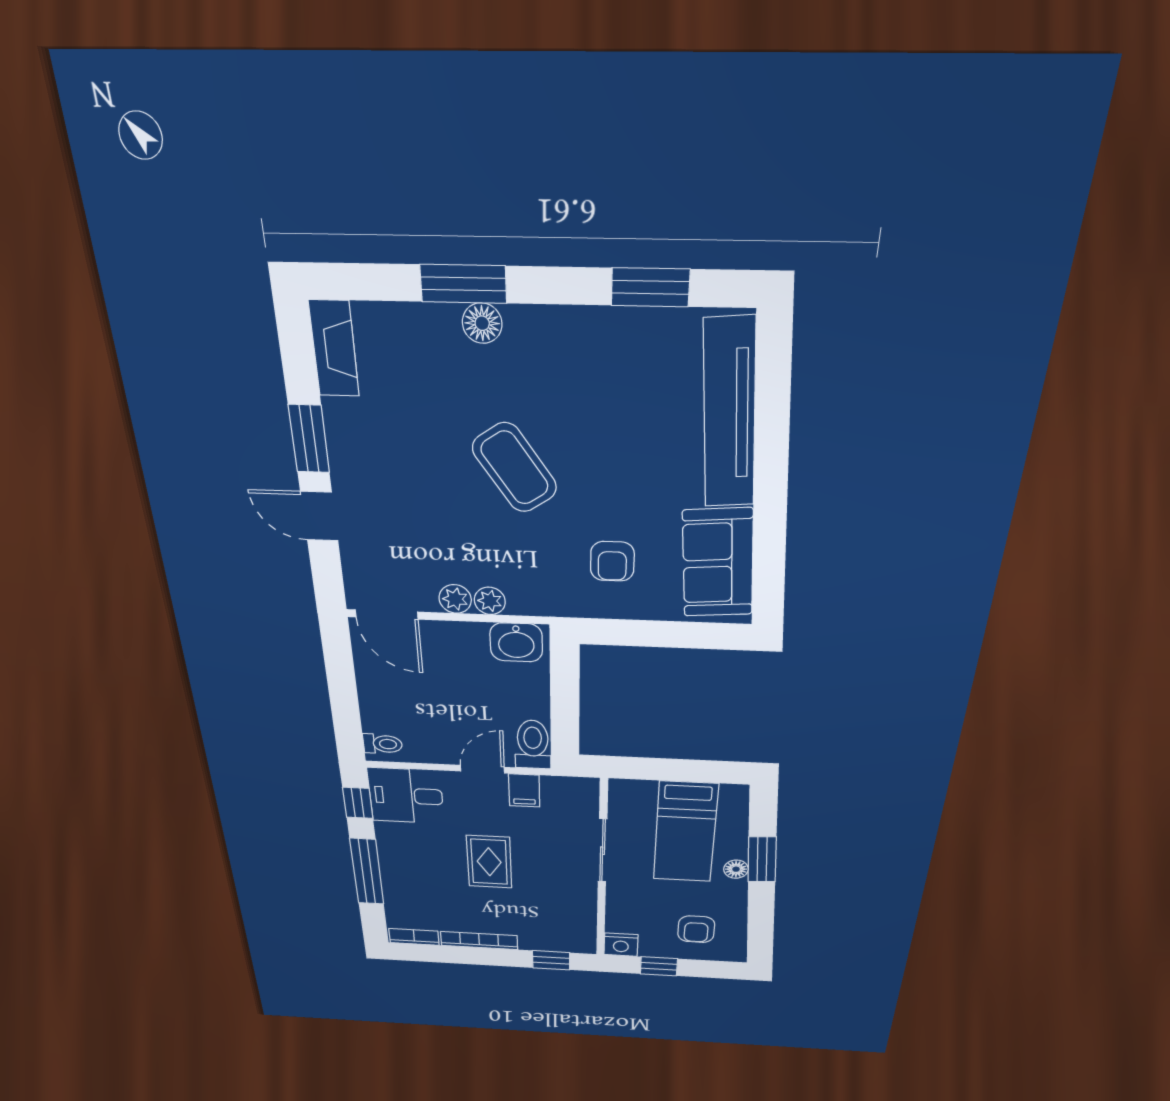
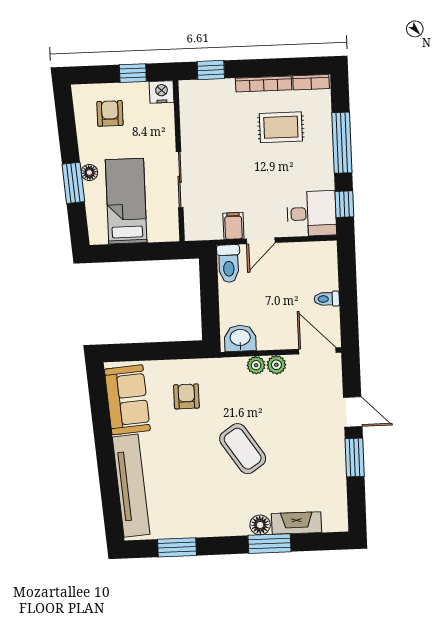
fireplace: (334, 349) -> (296, 523), moved, turned 90
toilet: (383, 744) -> (327, 299), moved
rug: (489, 862) -> (281, 127), moved, turned 90

